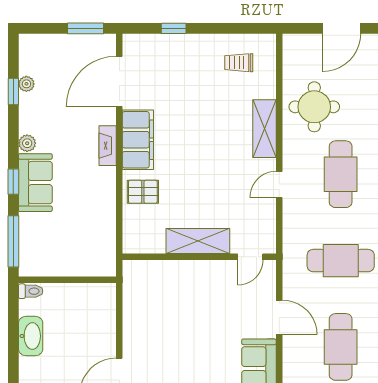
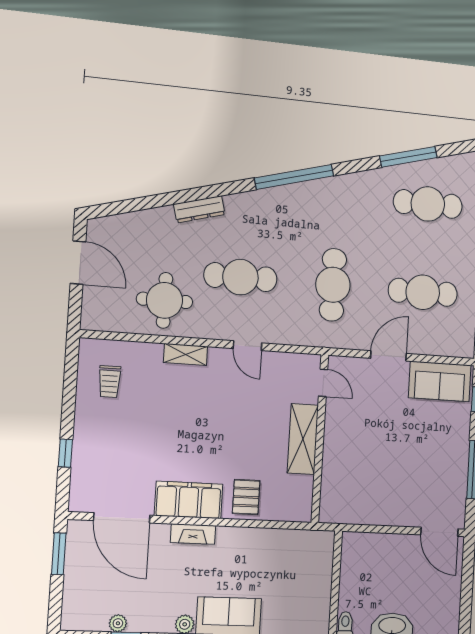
shelving: (264, 129) -> (185, 354), width x0.67, depth x0.75

